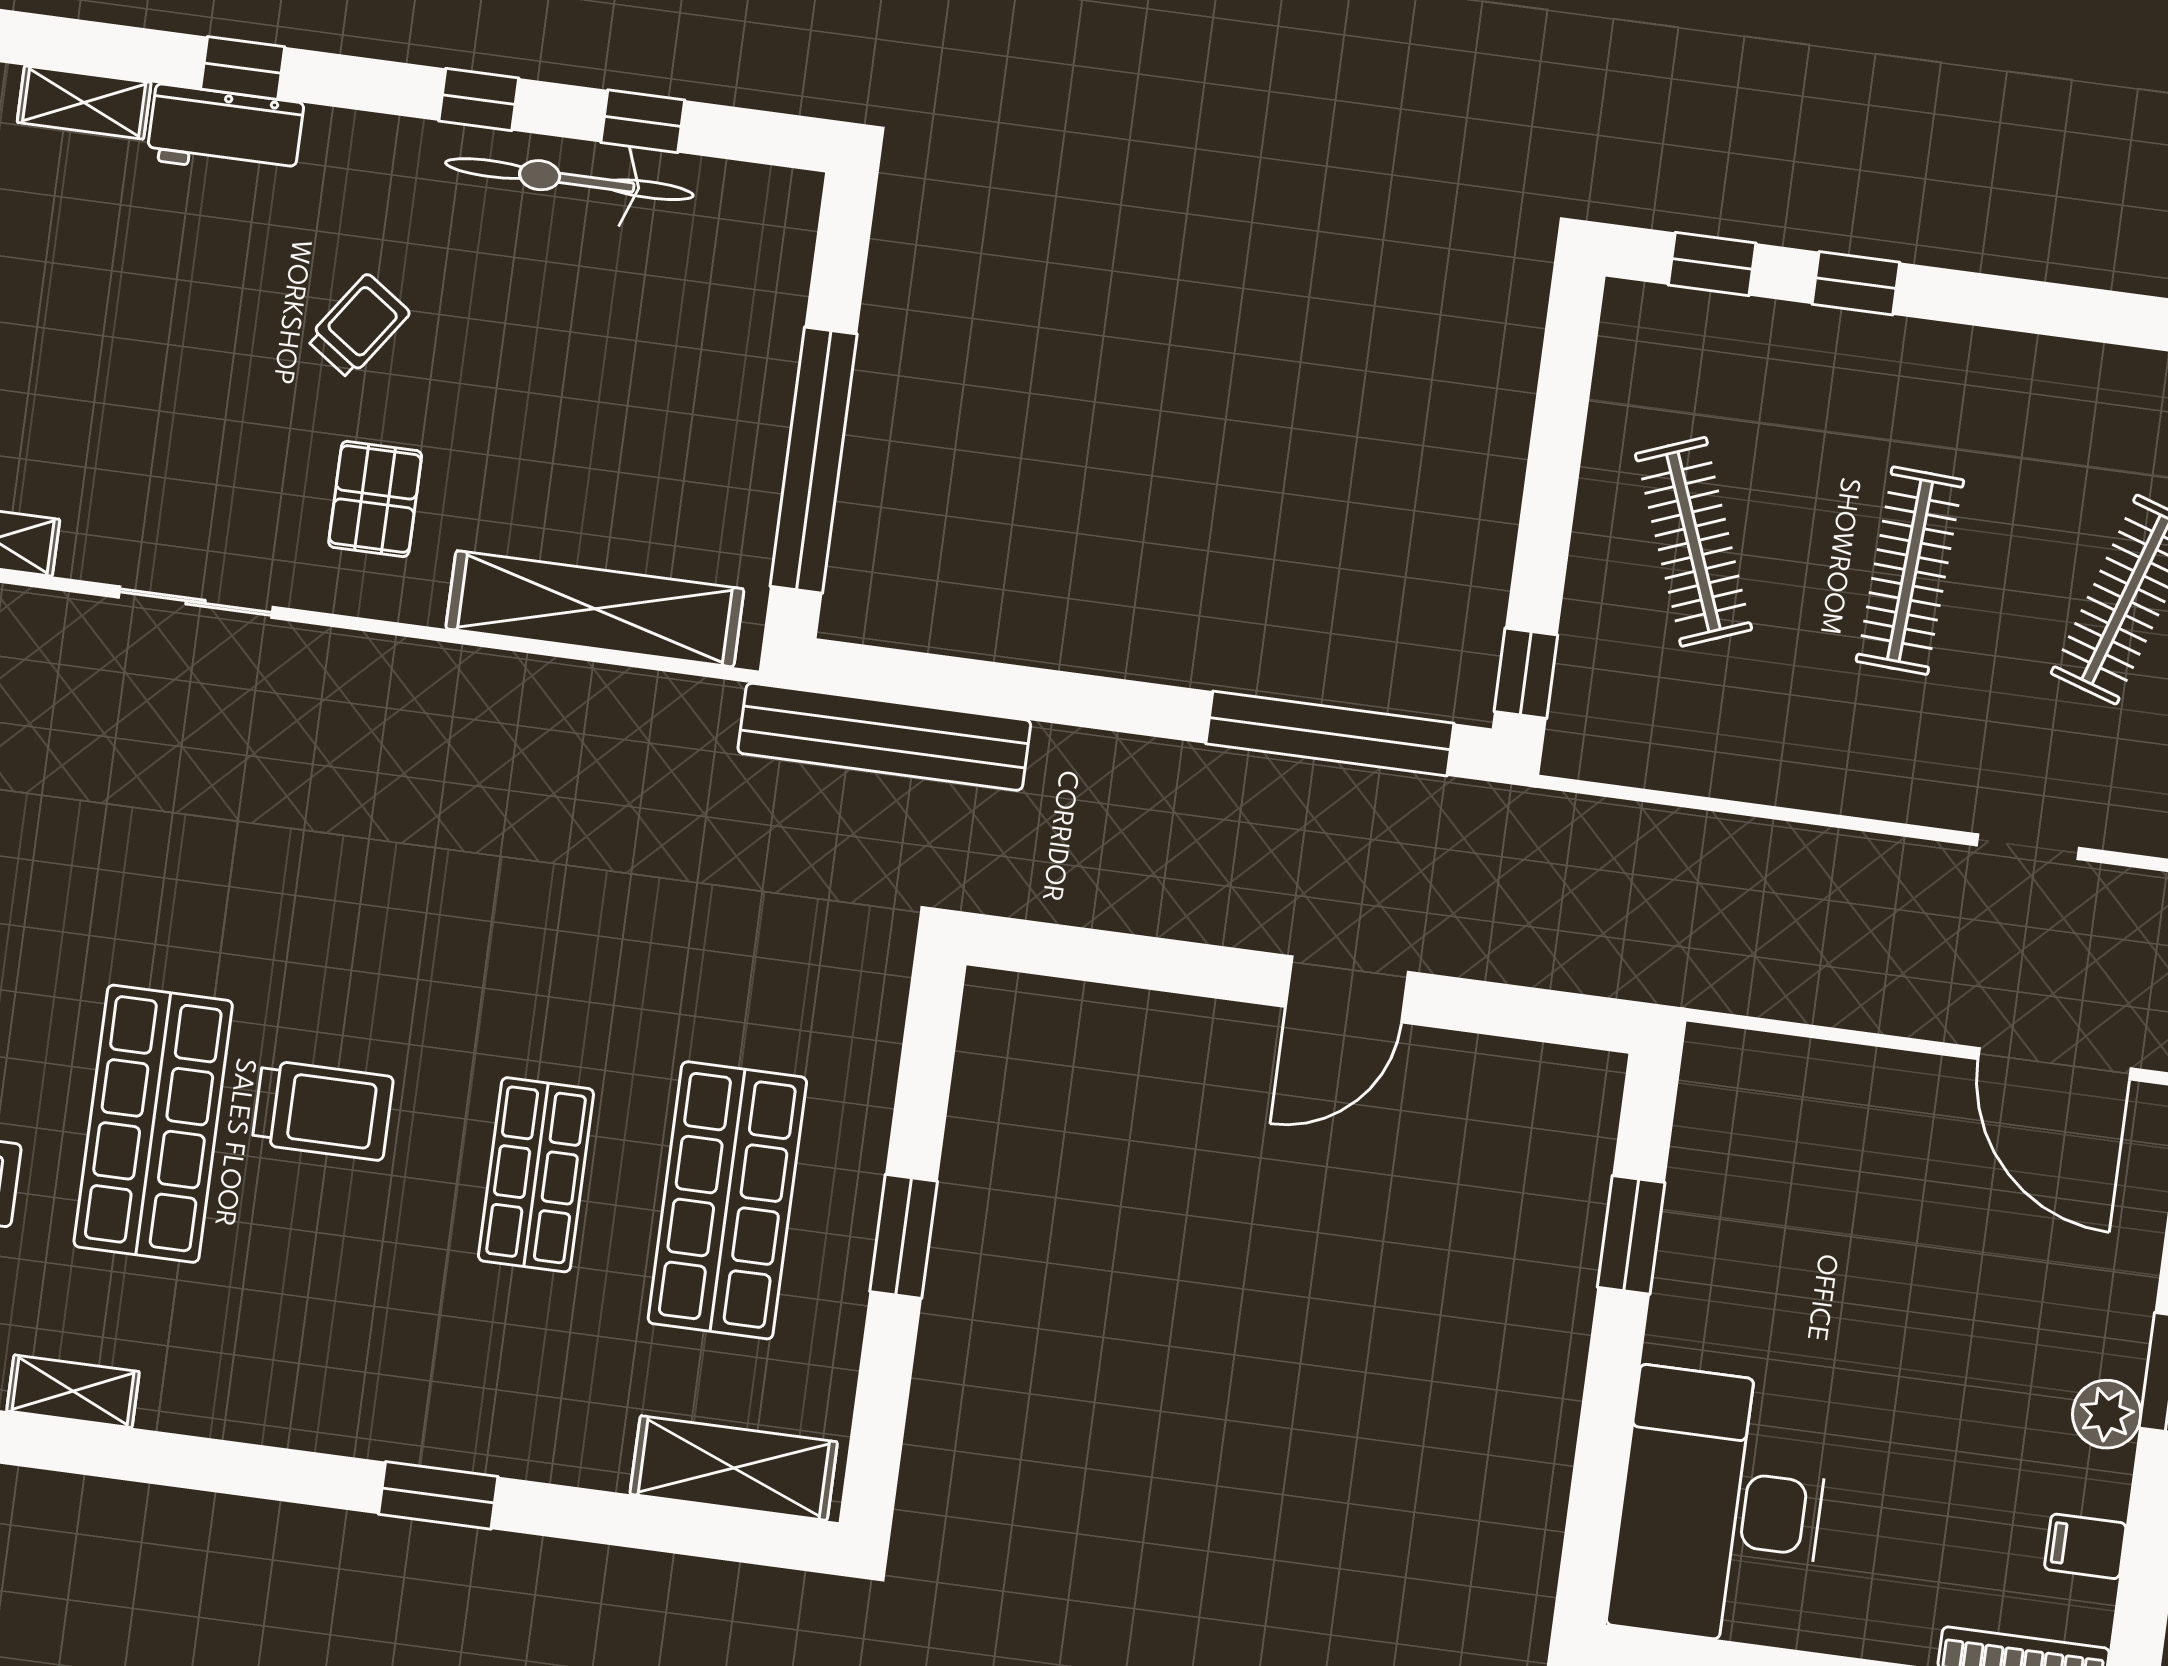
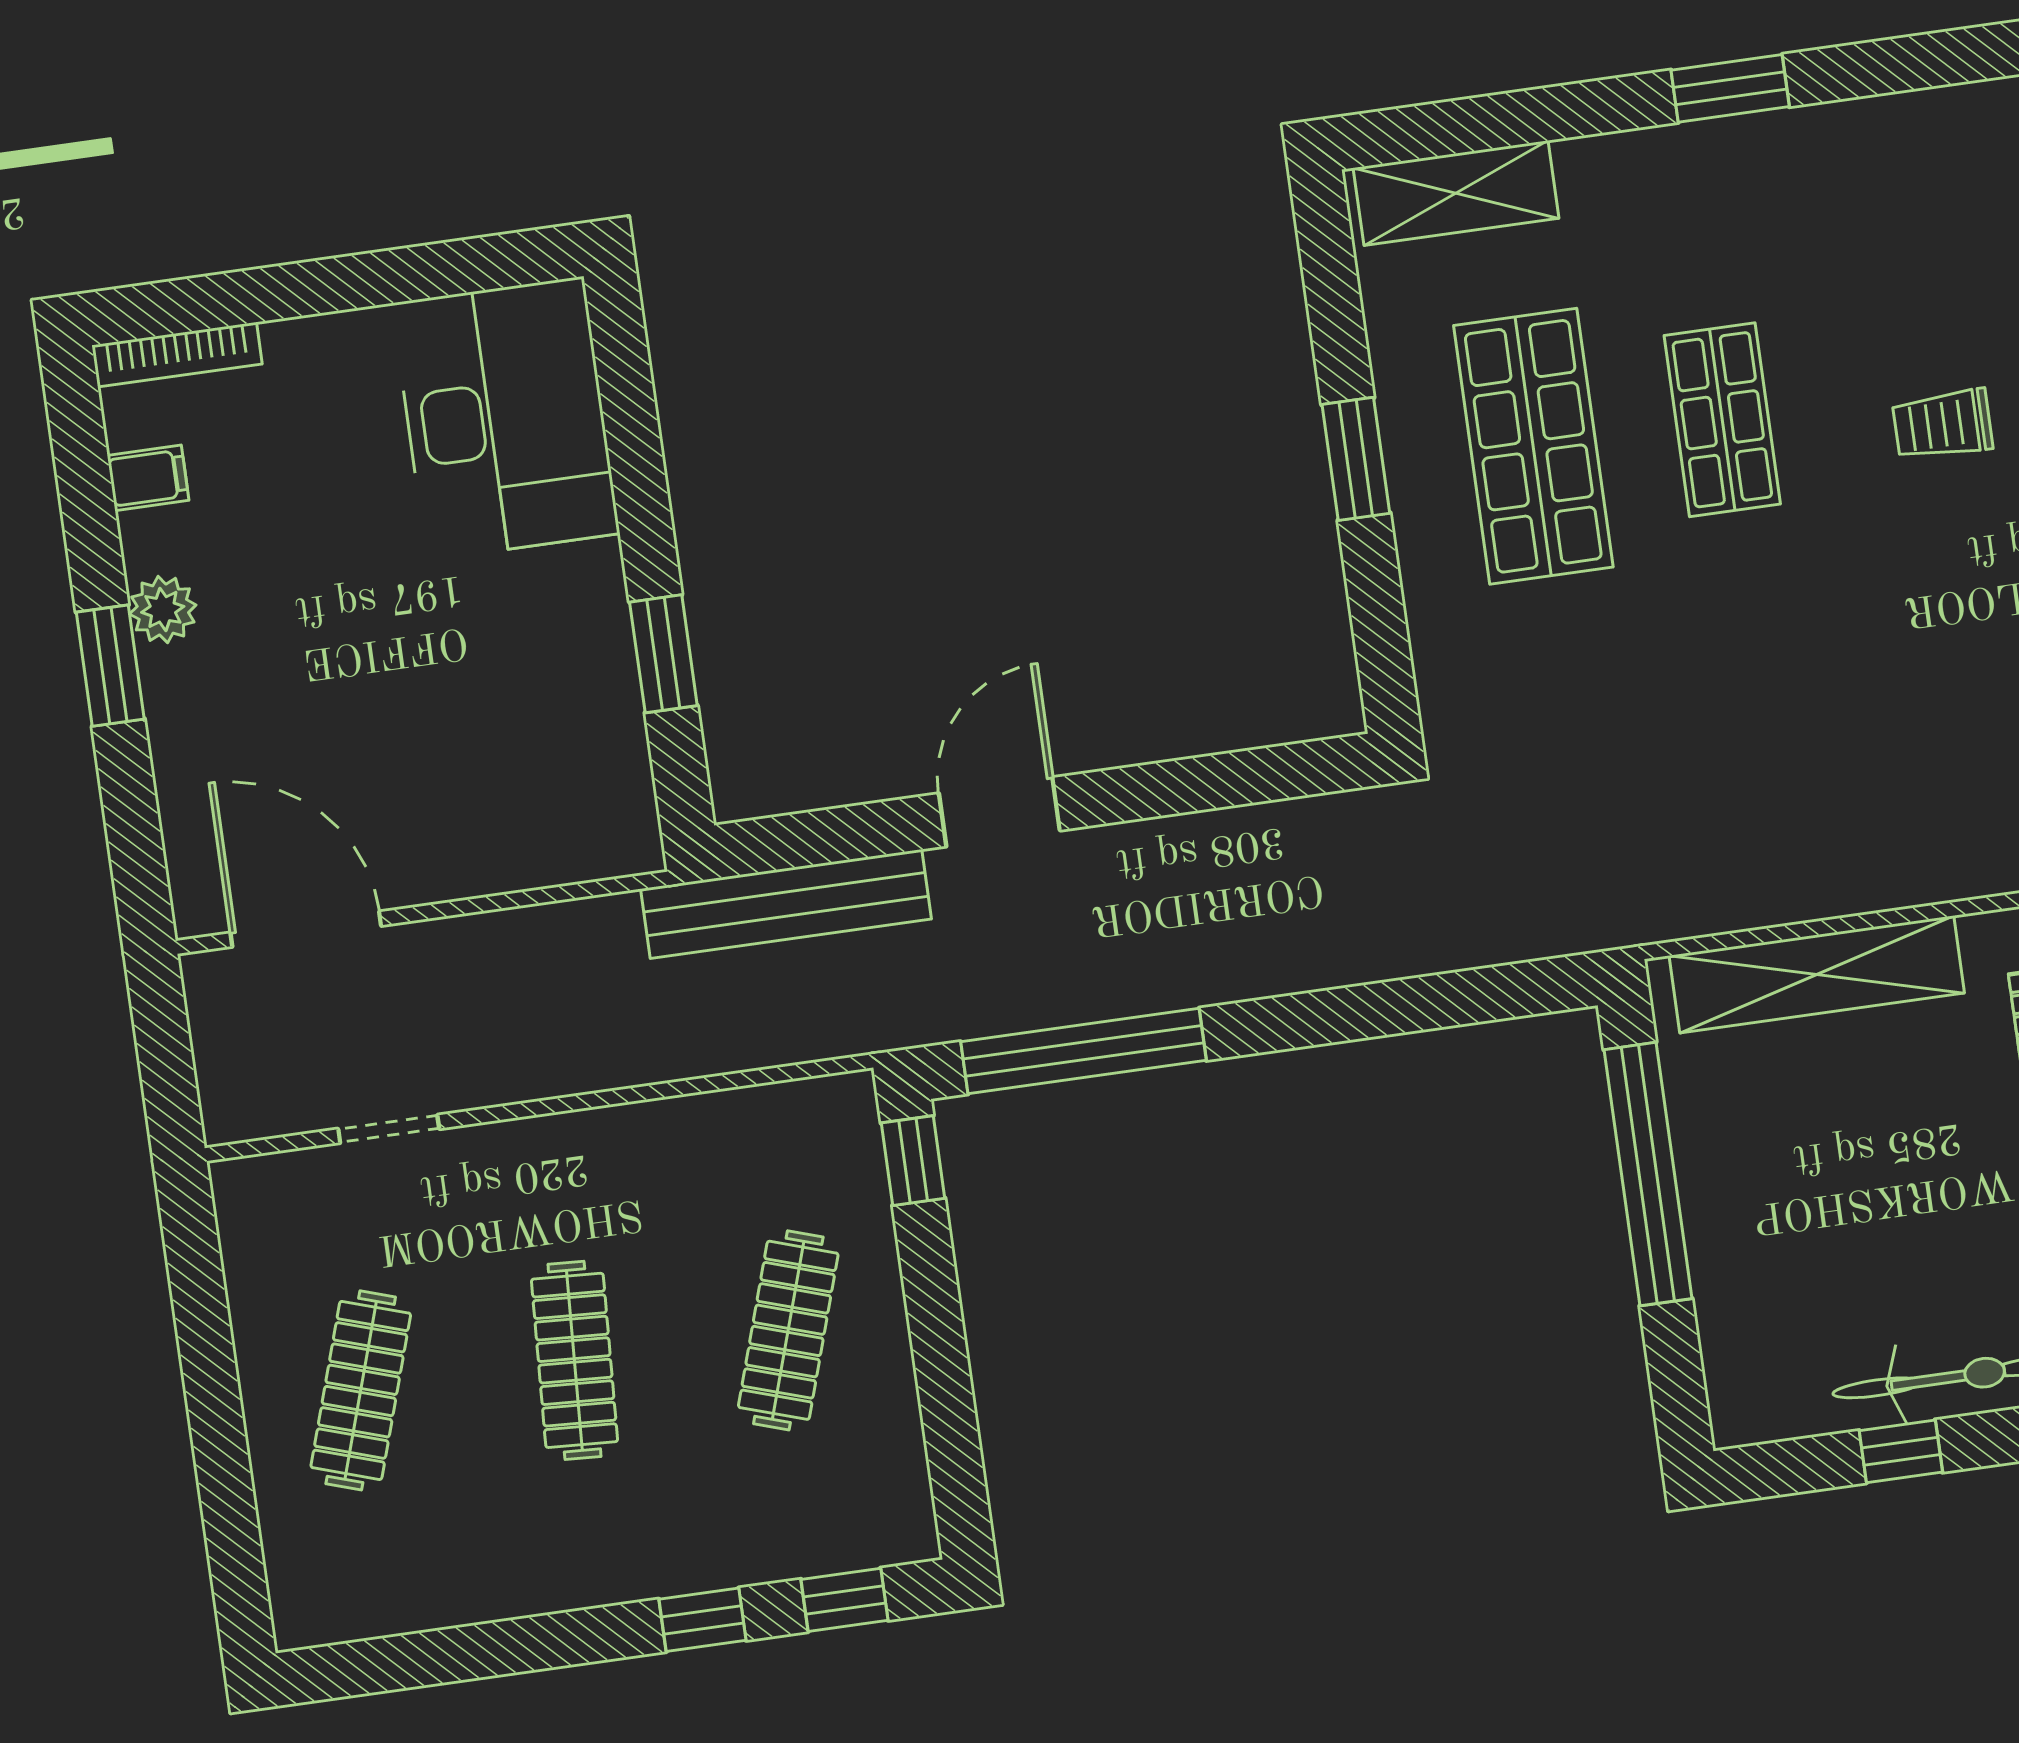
clothes rail: (1694, 542) -> (788, 1330), turned 39
bench: (884, 737) -> (786, 904), moved
trolley: (323, 1110) -> (1943, 425), width x0.73, depth x0.72

